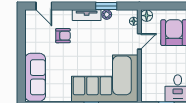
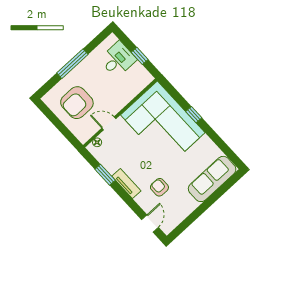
plant: (107, 15) -> (111, 168), removed
floor lamp: (147, 16) -> (83, 136), removed

